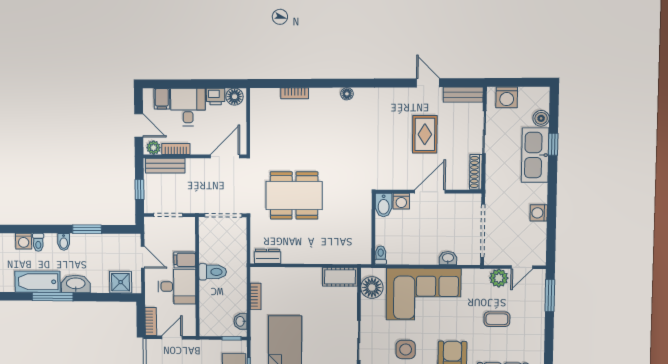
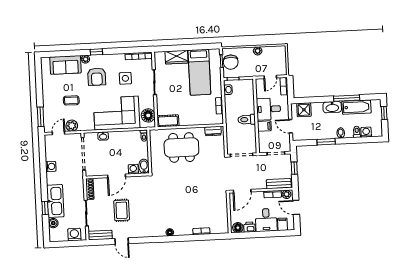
dining table: (294, 195) -> (181, 147), moved

